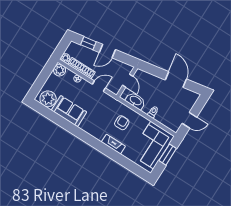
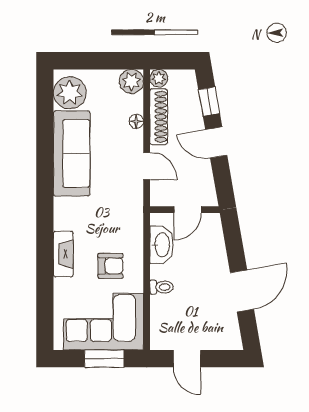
sofa: (69, 111) -> (72, 153), width x1.36
armchair: (122, 123) -> (111, 266), moved

